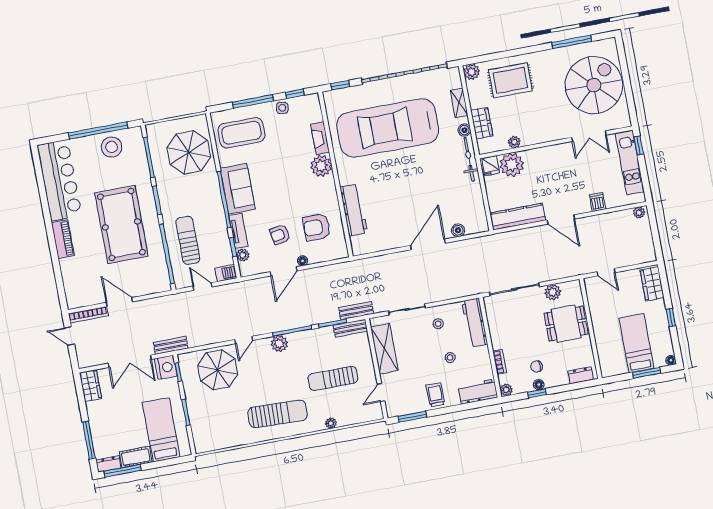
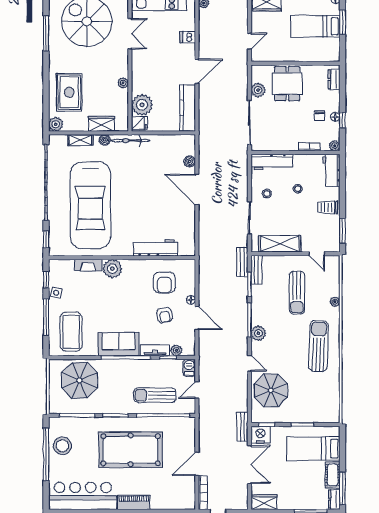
plant: (514, 142) -> (123, 83), moved

